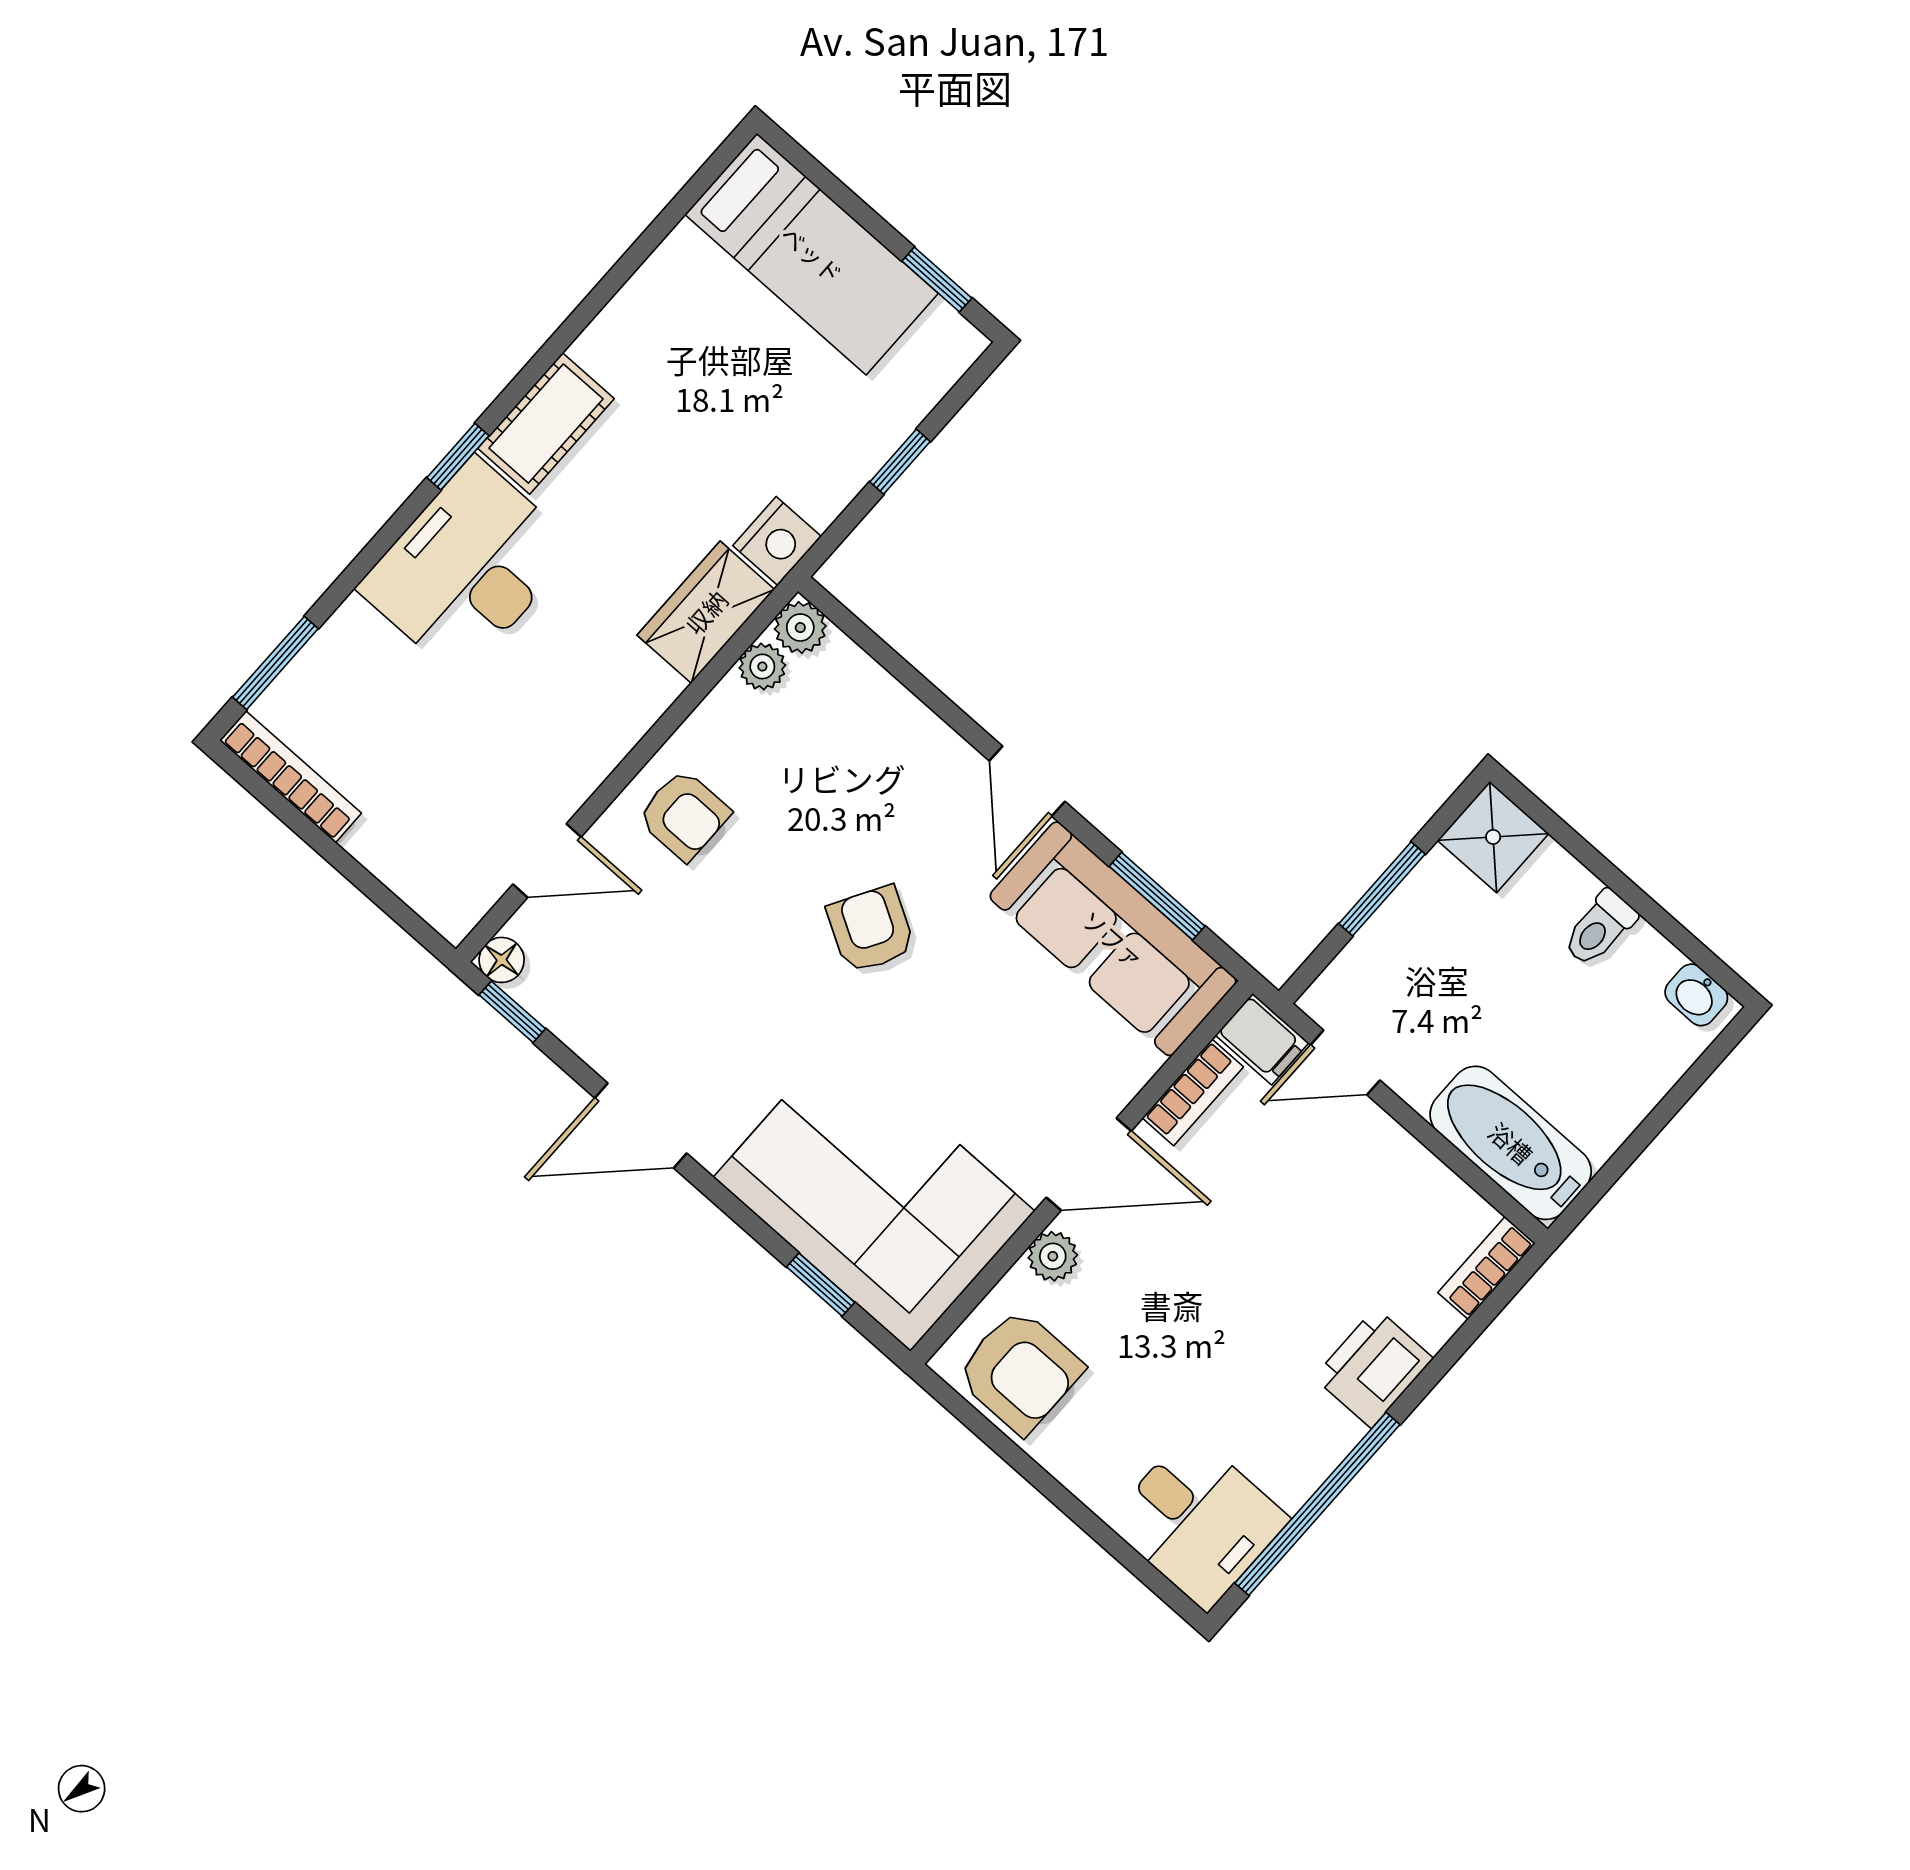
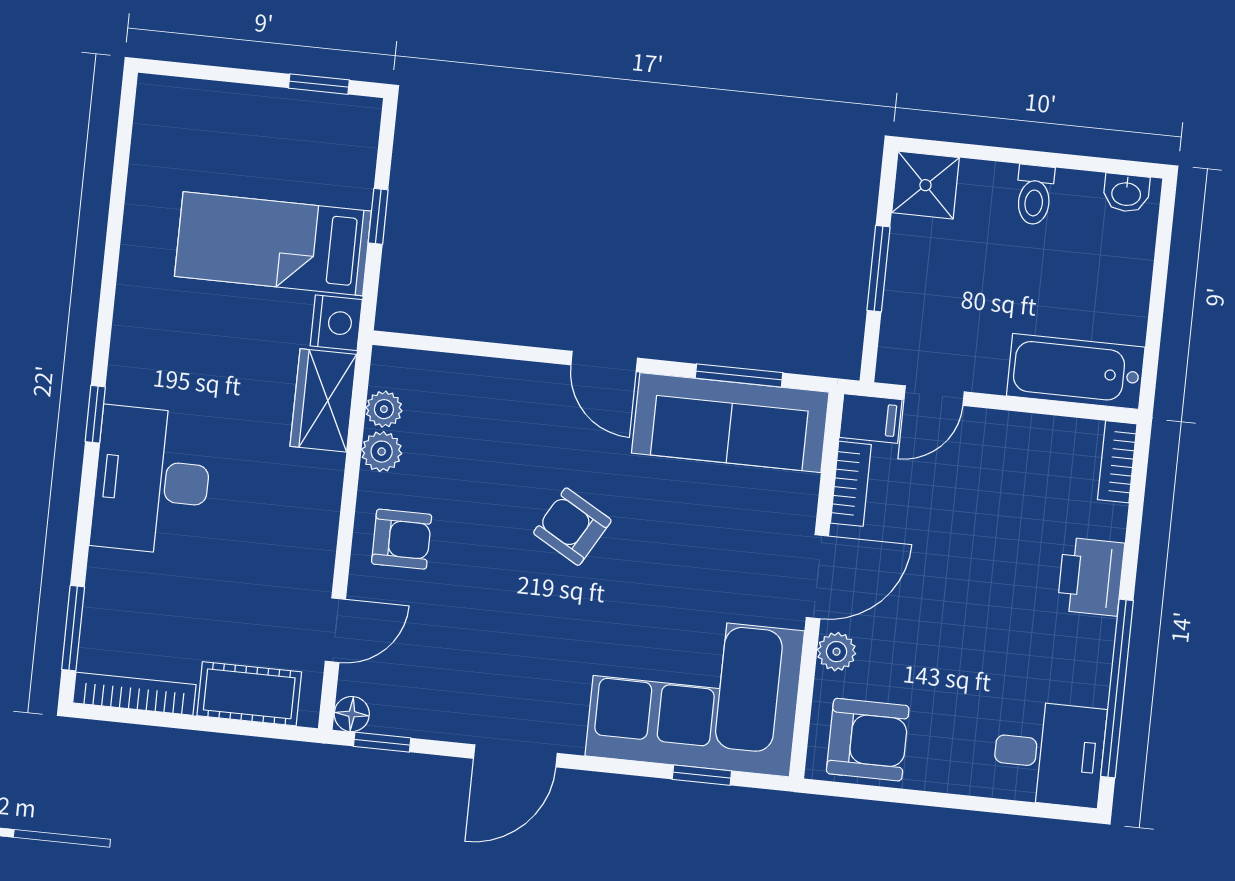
bed: (812, 254) -> (273, 244), moved, turned 180
cot: (546, 424) -> (249, 694), moved, turned 90
plant: (800, 628) -> (382, 452), moved

